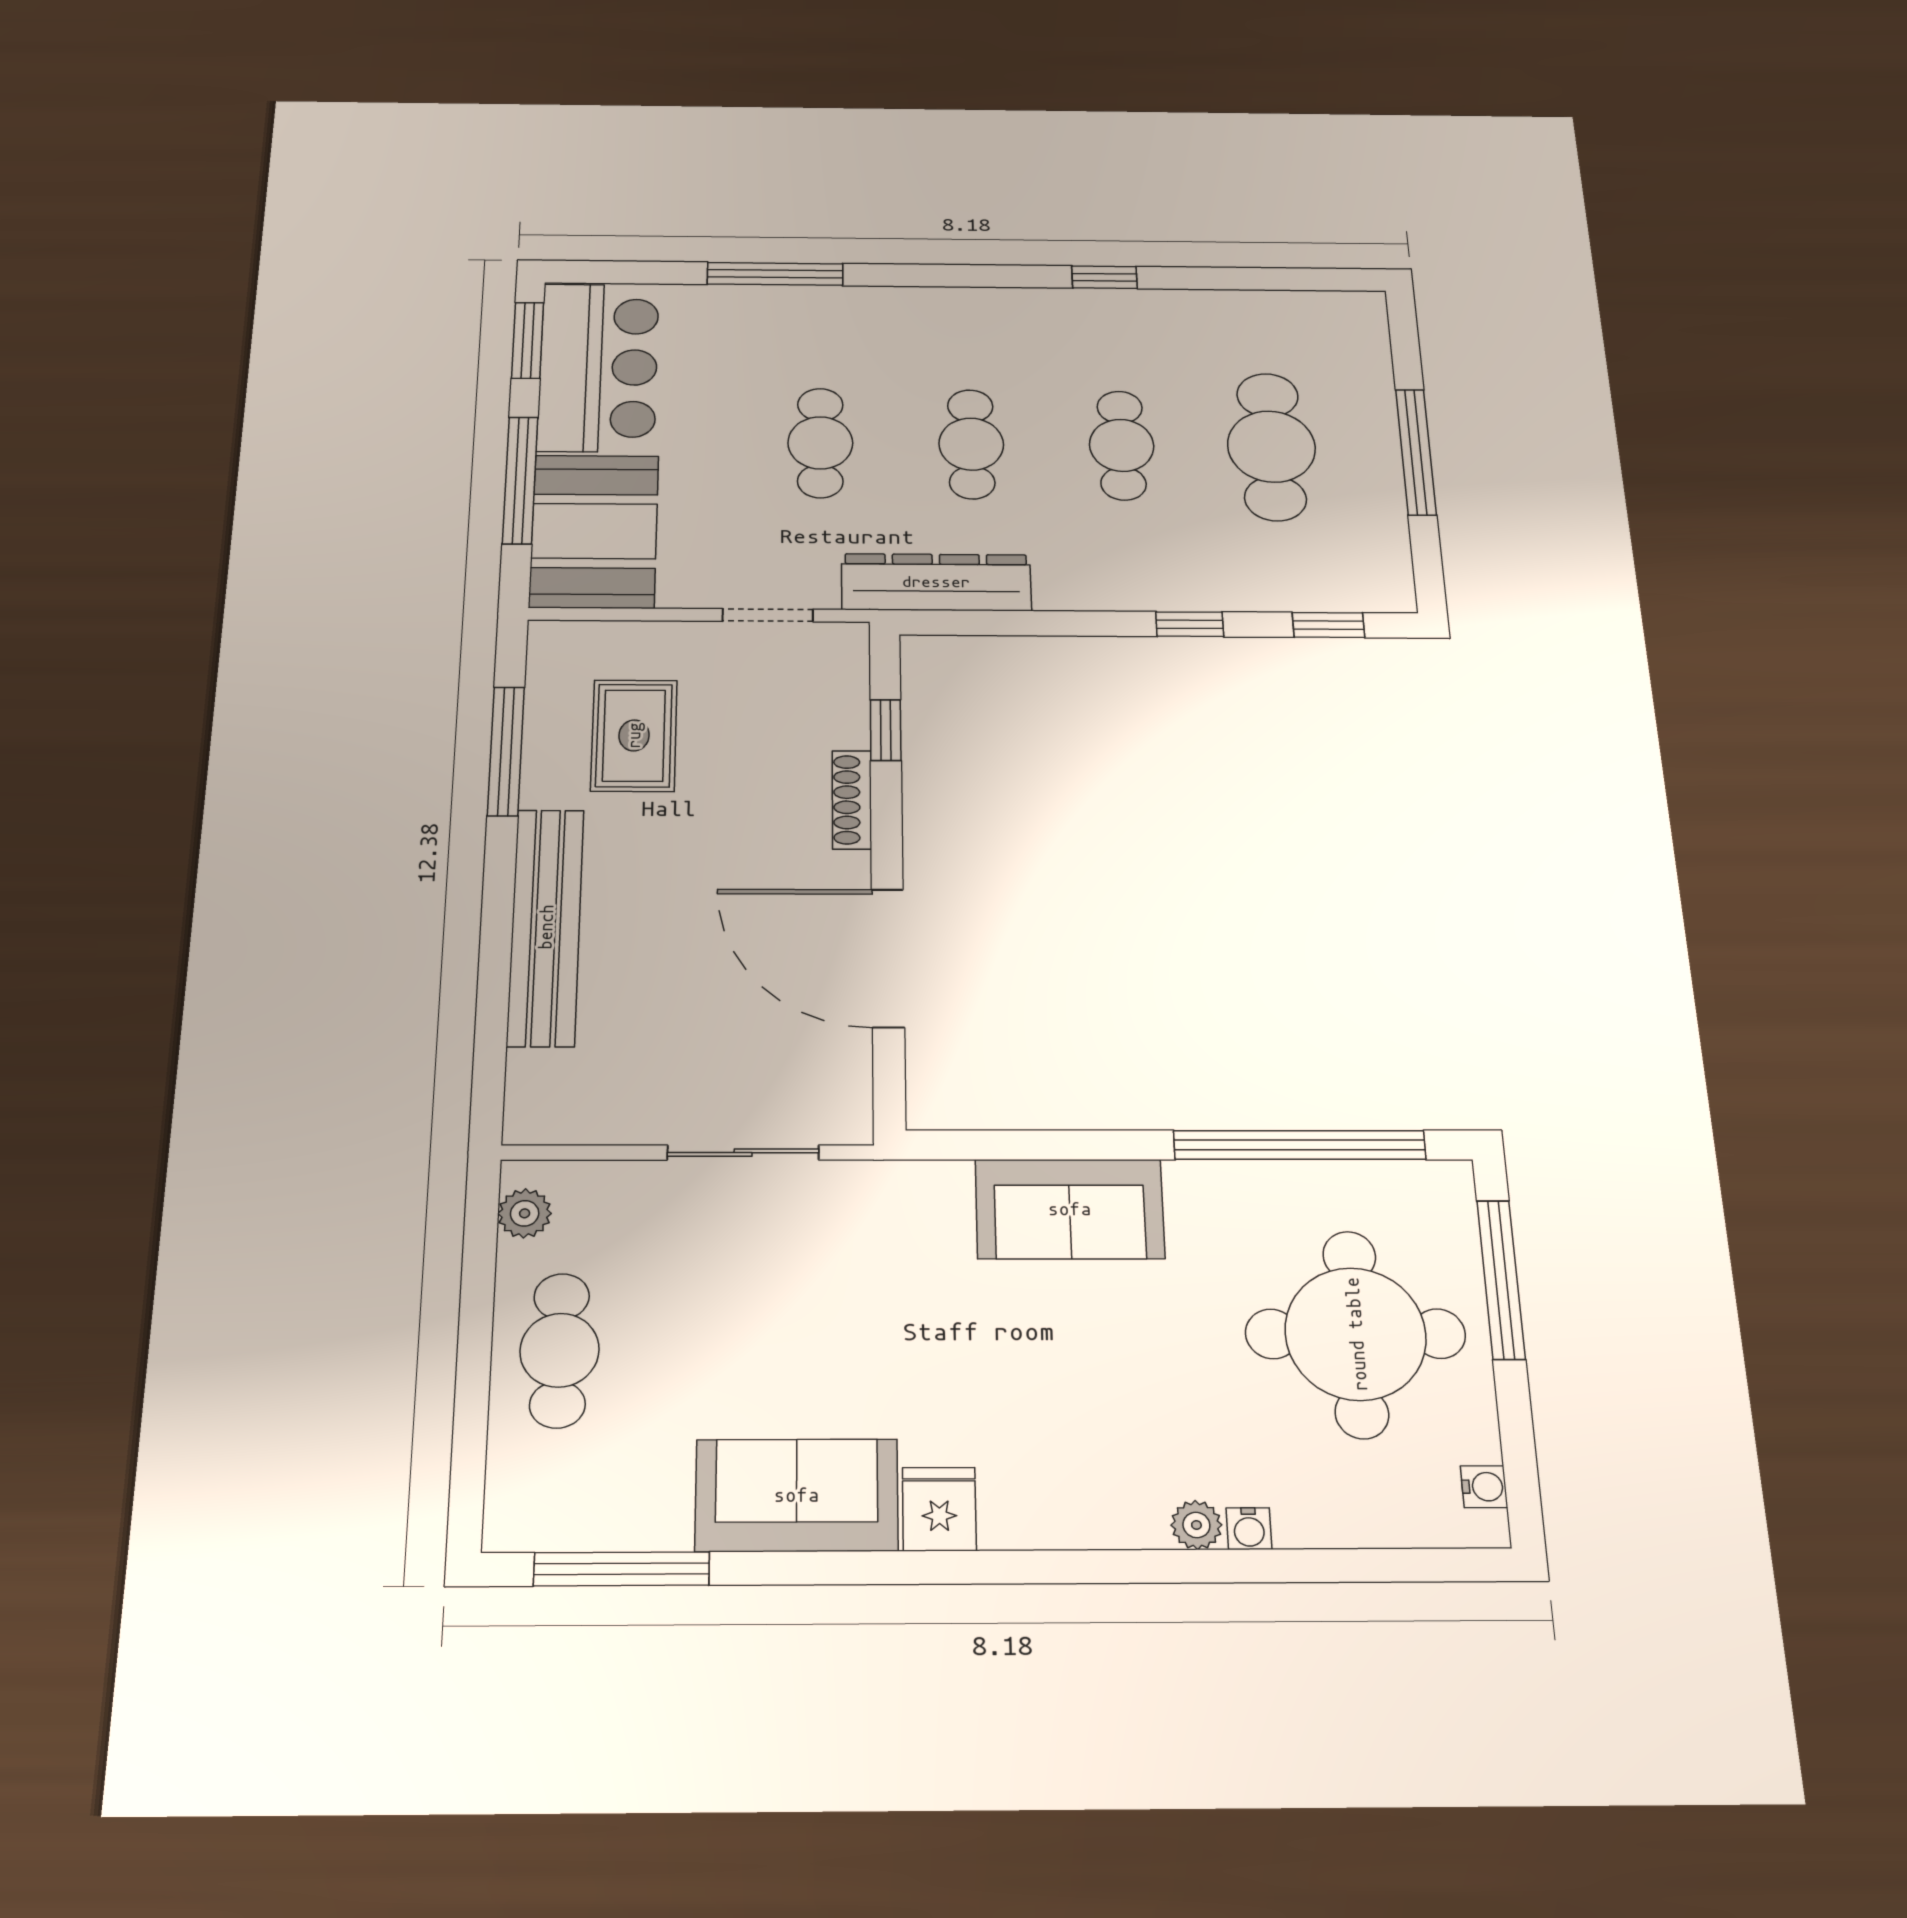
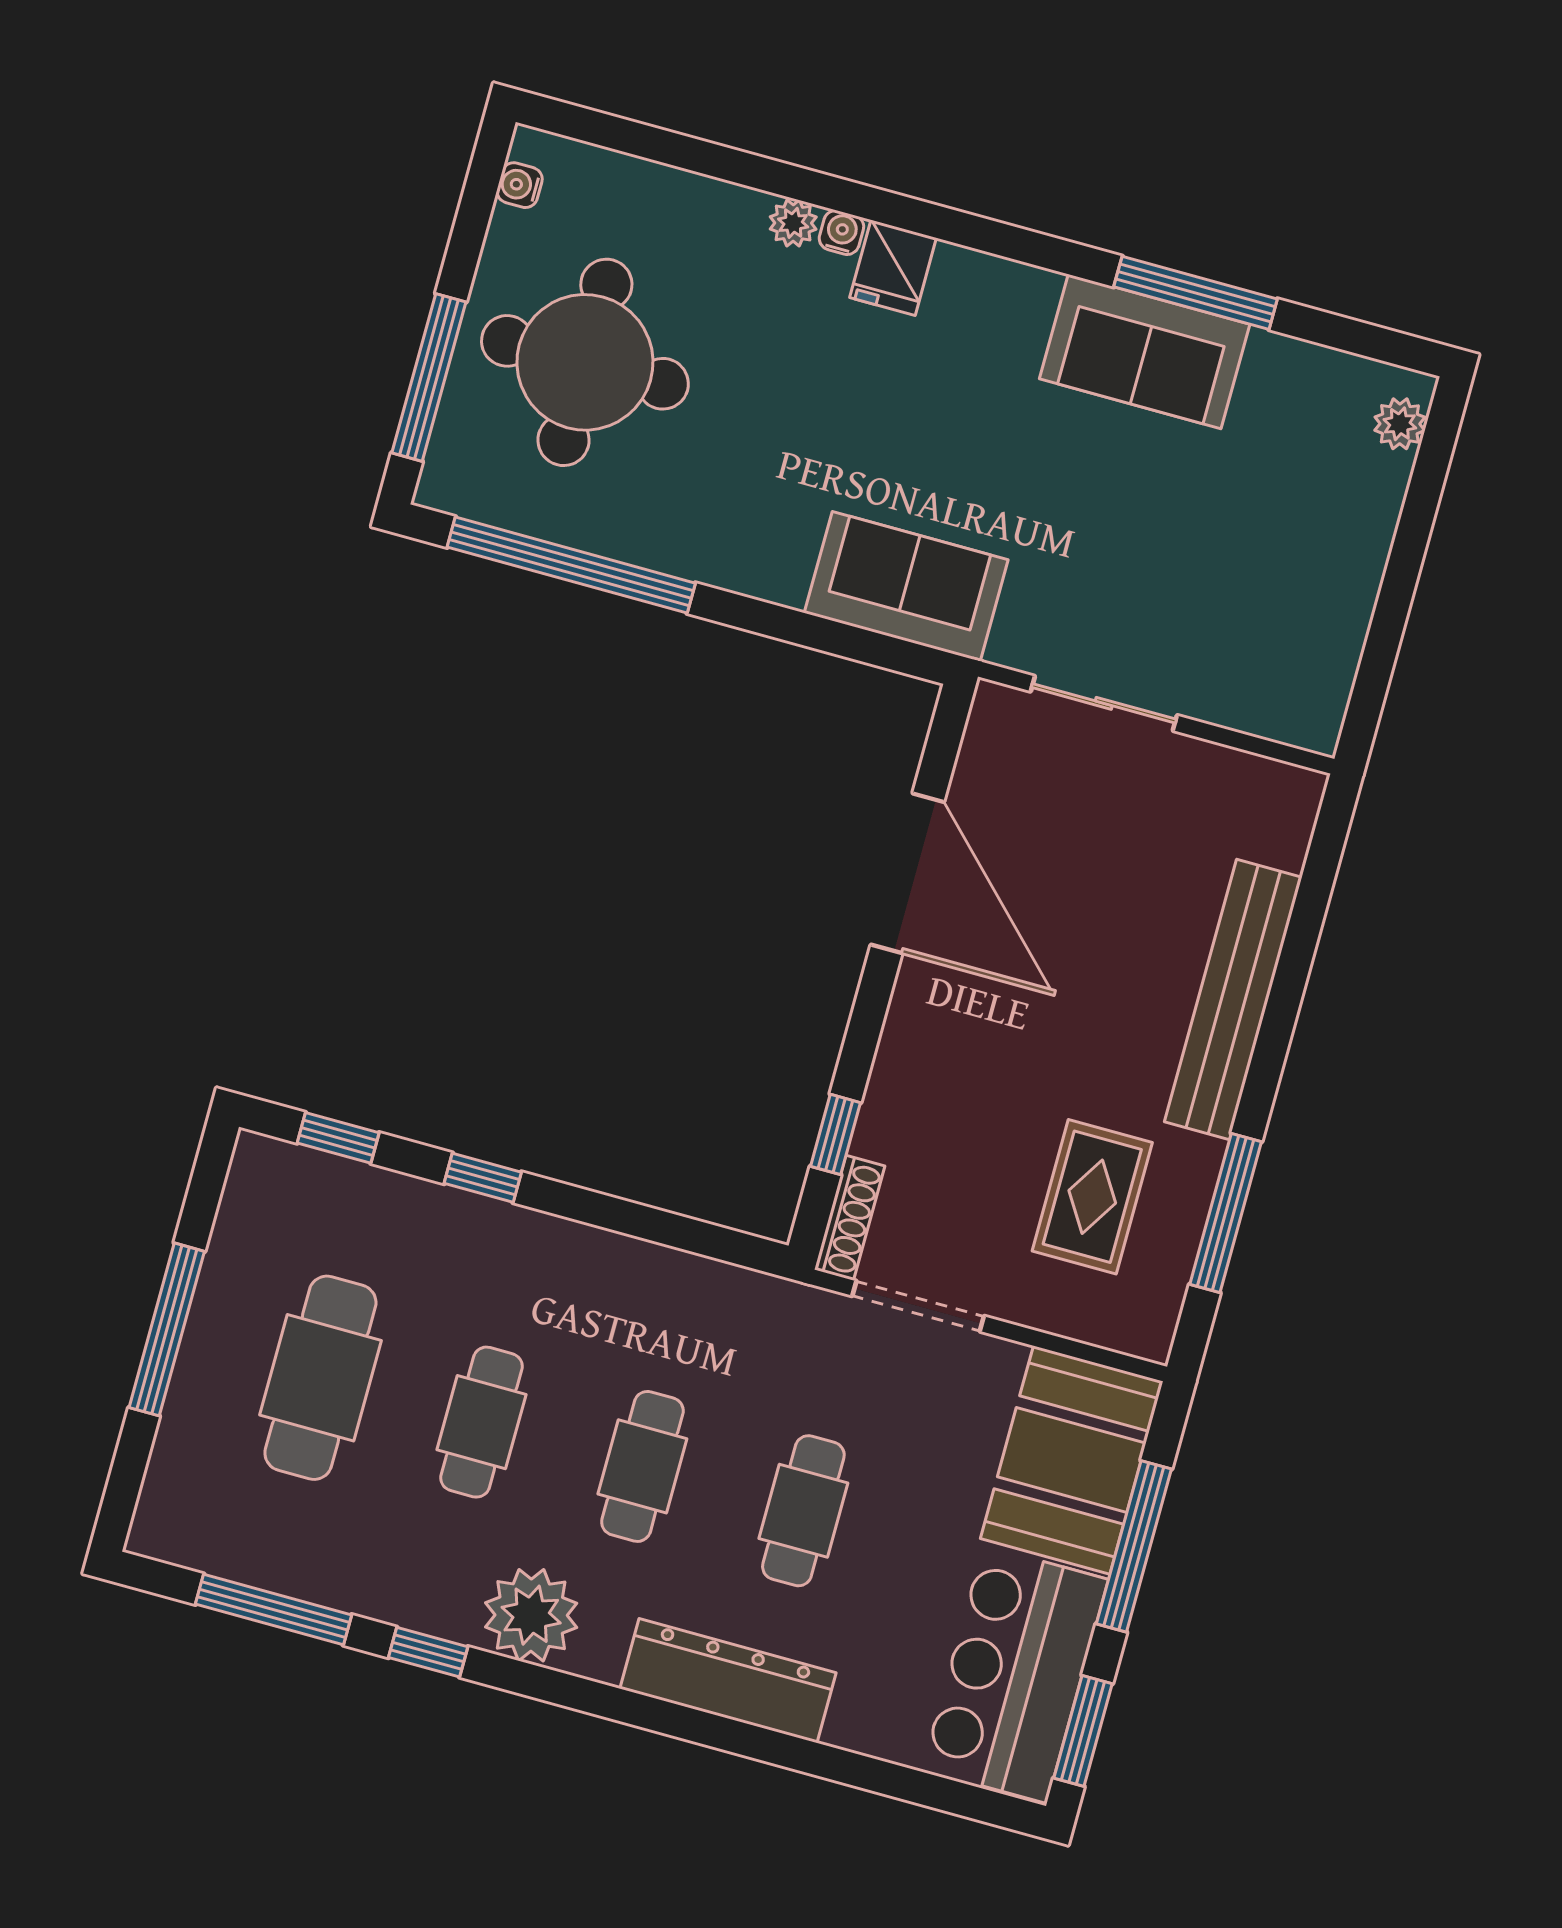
window: (775, 274) -> (273, 1610), moved
plant: (1028, 320) -> (531, 1615), added
dresser: (936, 582) -> (728, 1681), moved, turned 180
doorway: (768, 615) -> (918, 1306), width x1.38
shoe rack: (852, 800) -> (850, 1218), moved
sofa: (1070, 1209) -> (906, 586), moved
plant: (525, 1213) -> (1400, 424), moved
cafe table: (560, 1350) -> (1324, 551), removed
fridge: (939, 1509) -> (893, 268), moved
water cooler: (1249, 1529) -> (841, 232), moved
window: (622, 1569) -> (1196, 293), moved

